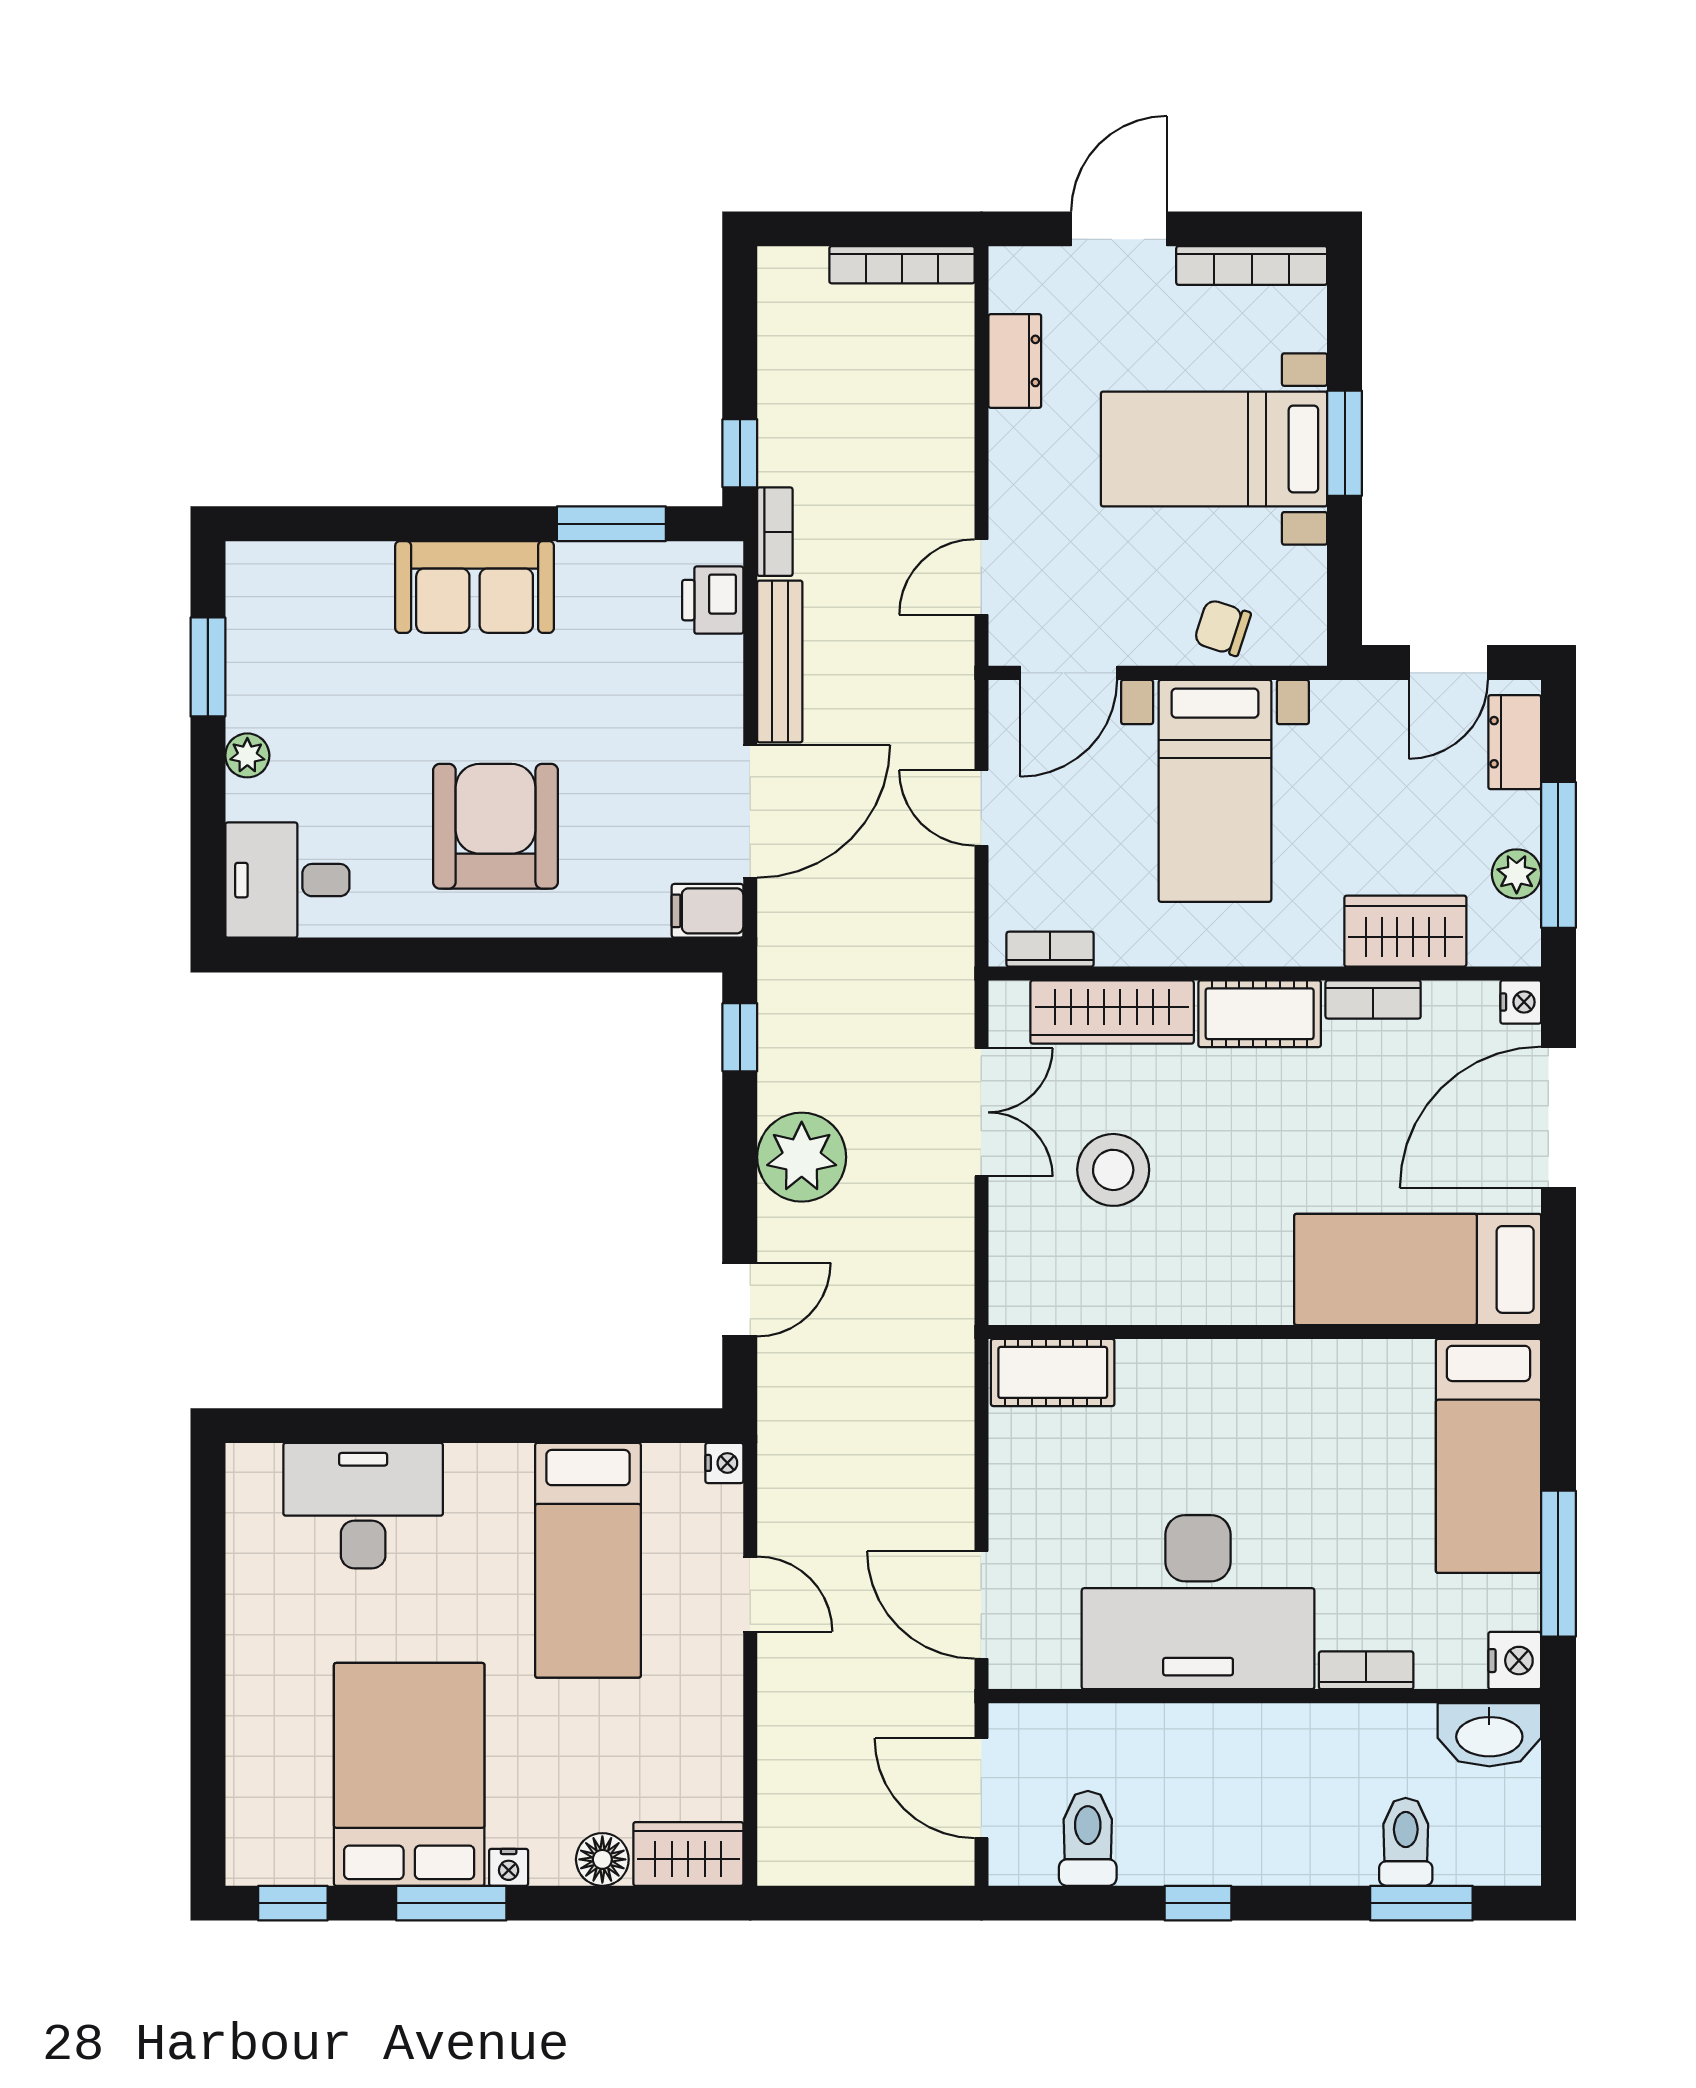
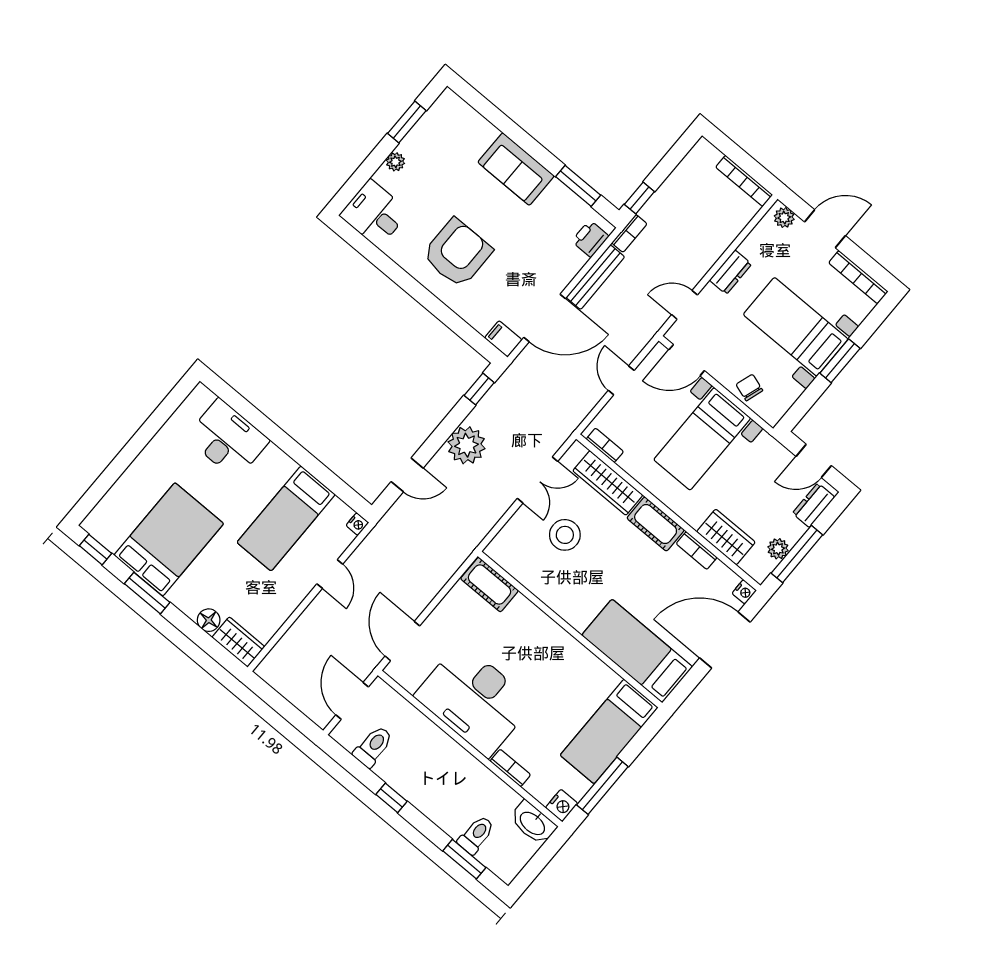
plant: (1029, 270) -> (784, 218), added
dresser: (1015, 361) -> (731, 272), moved
nightstand: (509, 1867) -> (176, 597), removed

